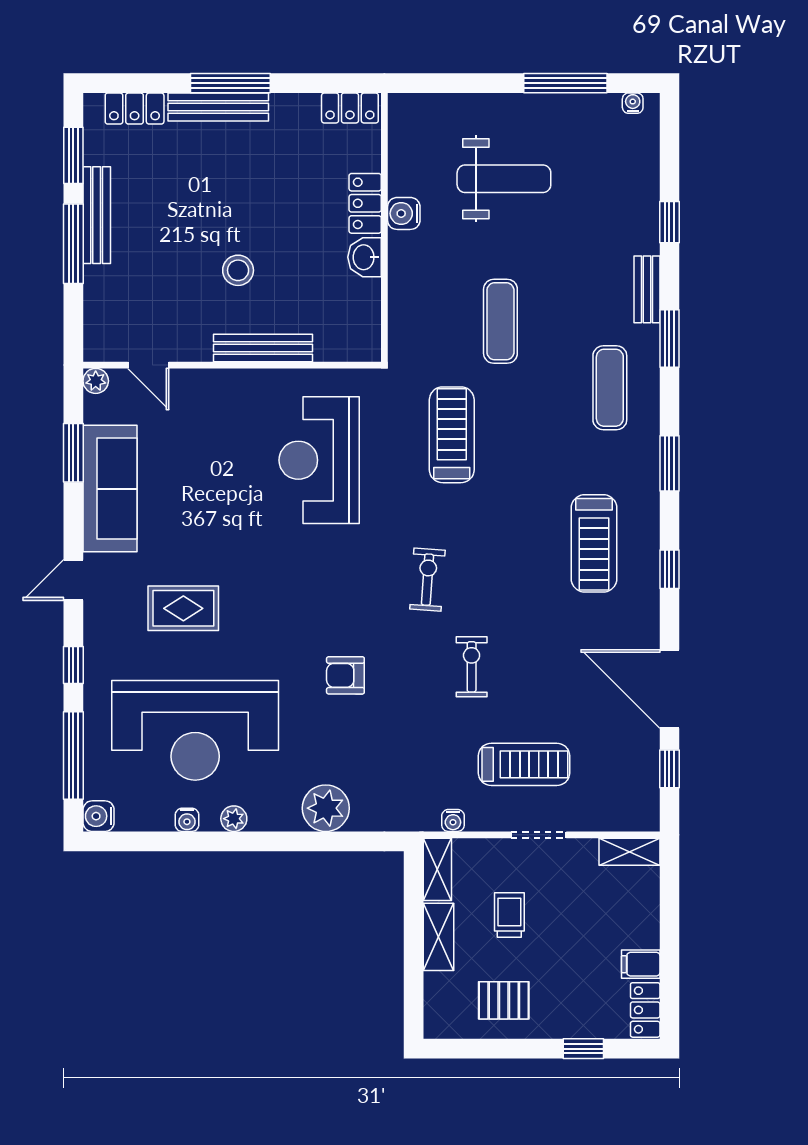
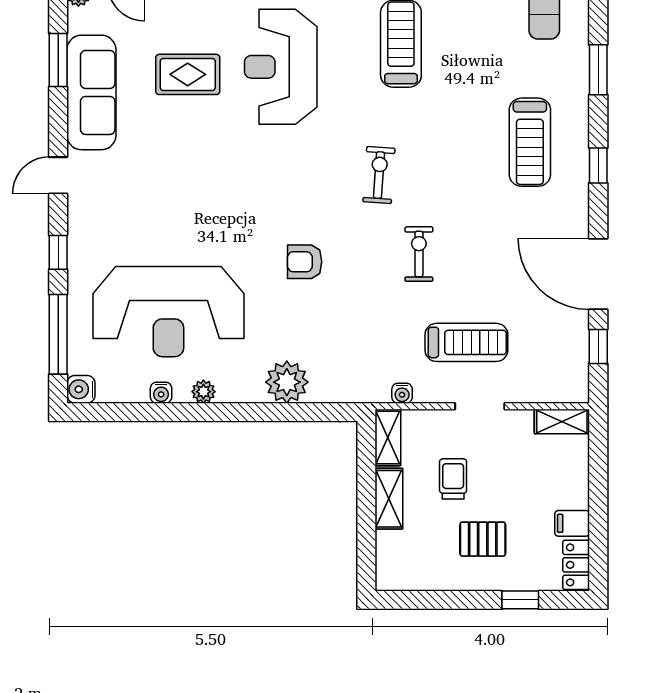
rug: (183, 608) -> (188, 74), moved
pallet: (504, 1000) -> (483, 539), moved

